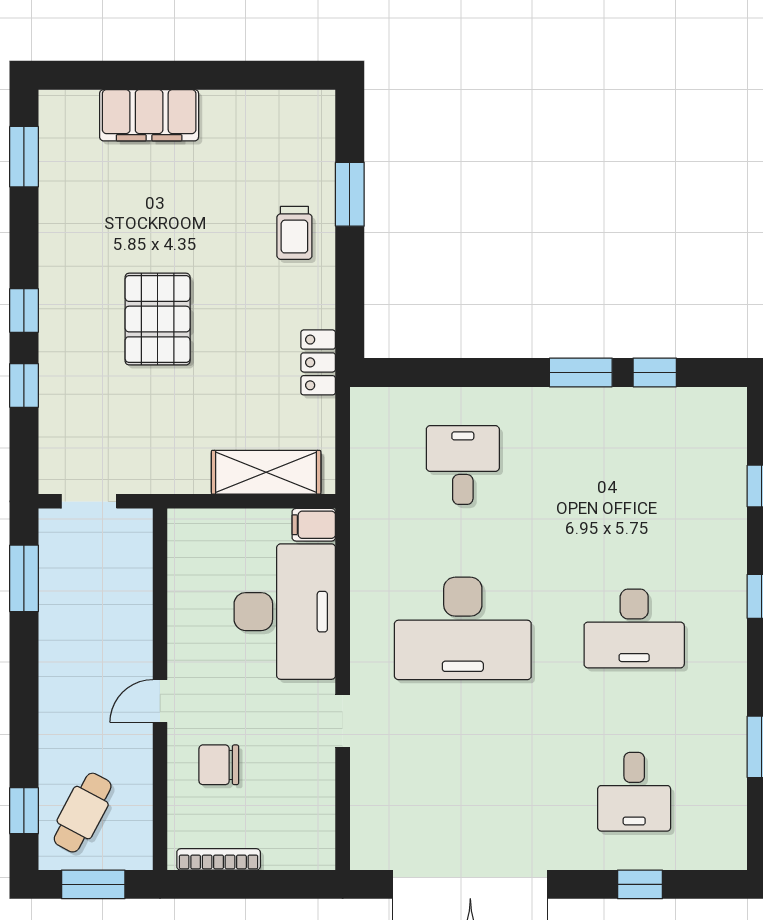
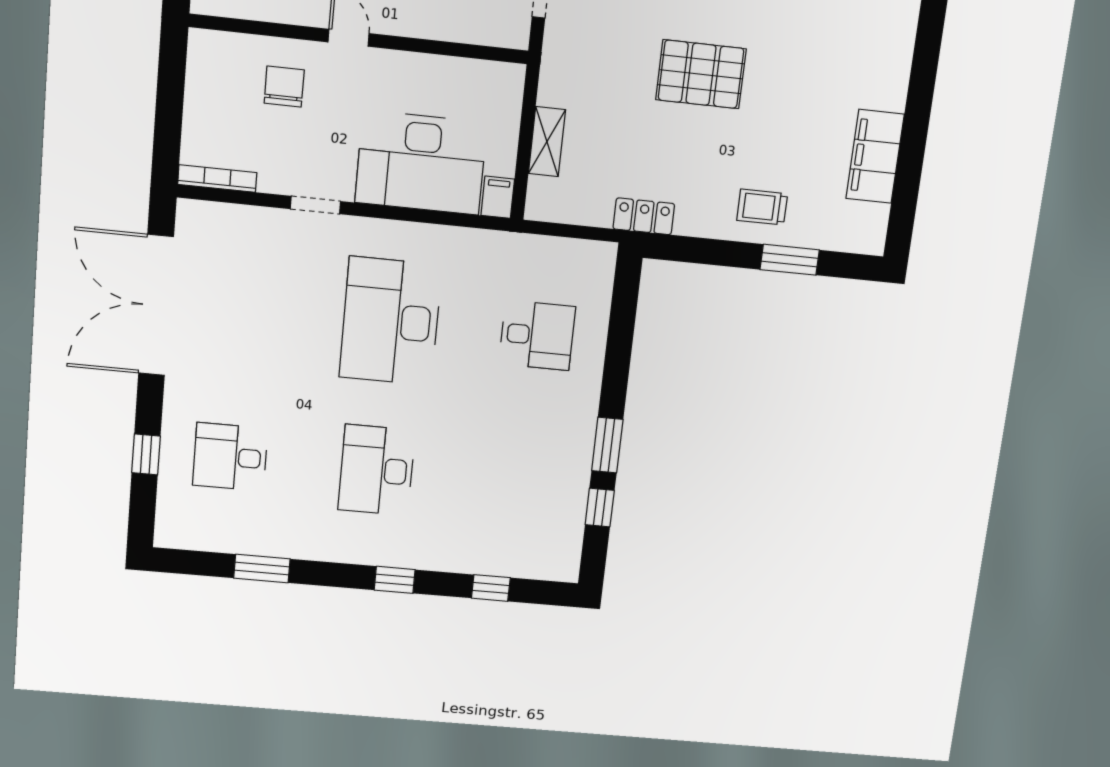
filing cabinet: (149, 115) -> (875, 156), moved
shelving: (266, 472) -> (547, 142), width x0.67, depth x0.75
bookcase: (219, 859) -> (217, 179), moved, turned -90

